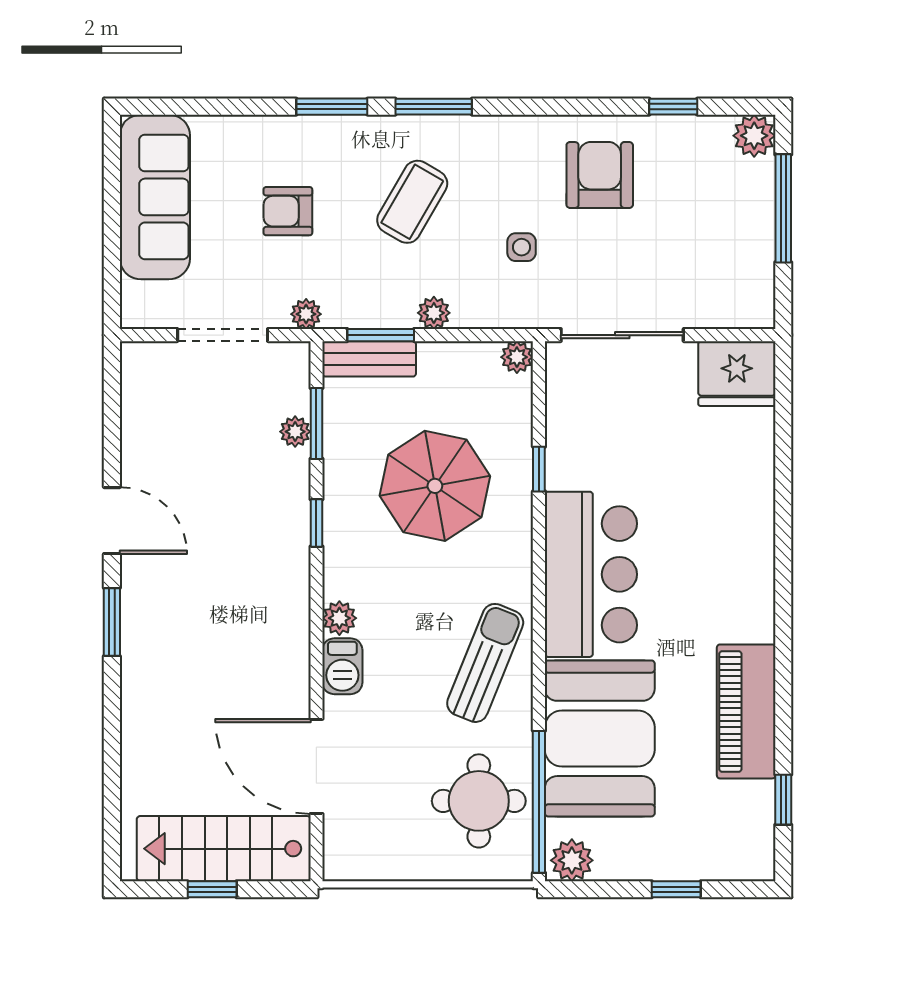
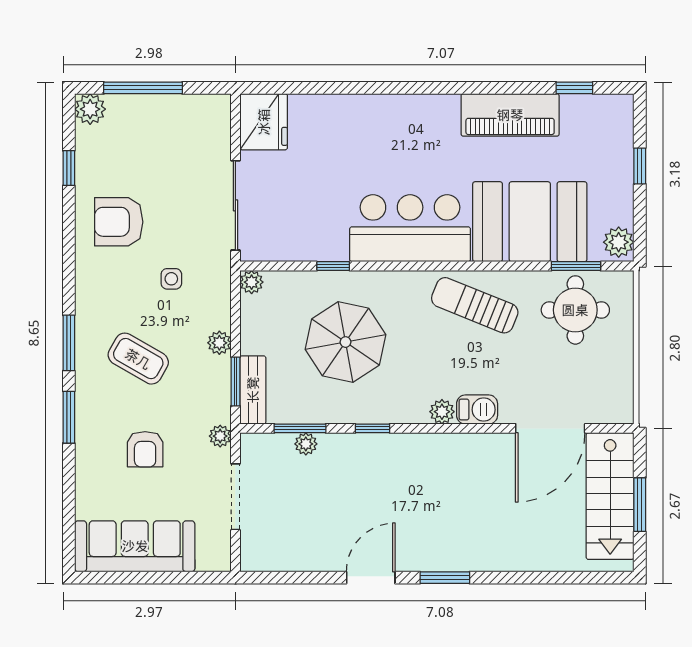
window: (539, 802) -> (576, 266), width x0.47
window: (212, 889) -> (640, 505), width x1.50

